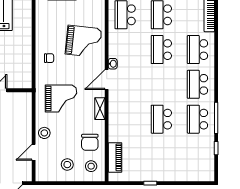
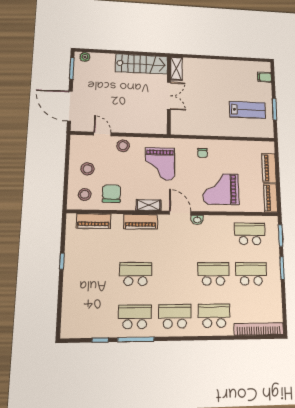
grand piano: (83, 41) -> (221, 189), turned 84
piano: (115, 116) -> (141, 222), added
chair: (90, 142) -> (111, 194), turned 90

